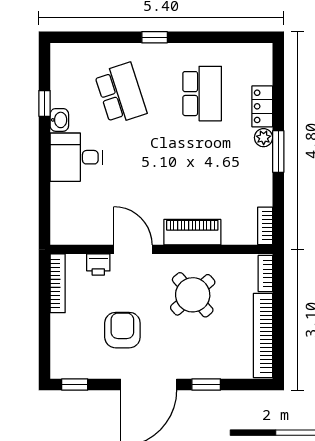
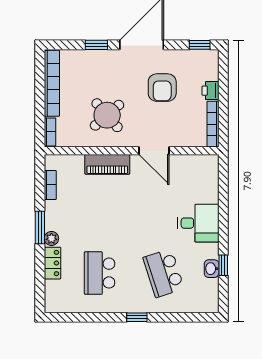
washbasin: (59, 120) -> (212, 269), moved
bookcase: (265, 226) -> (50, 185), moved
printer: (98, 265) -> (210, 91), moved, turned -90

